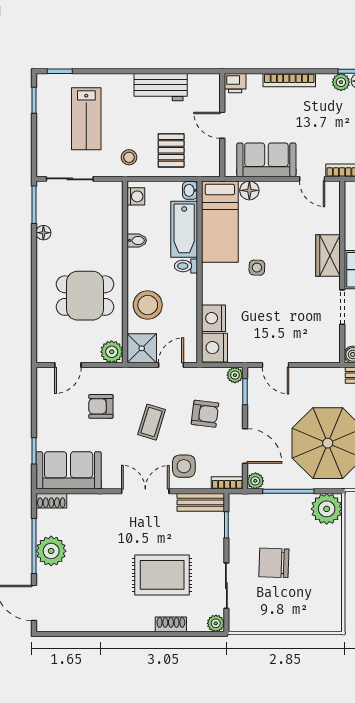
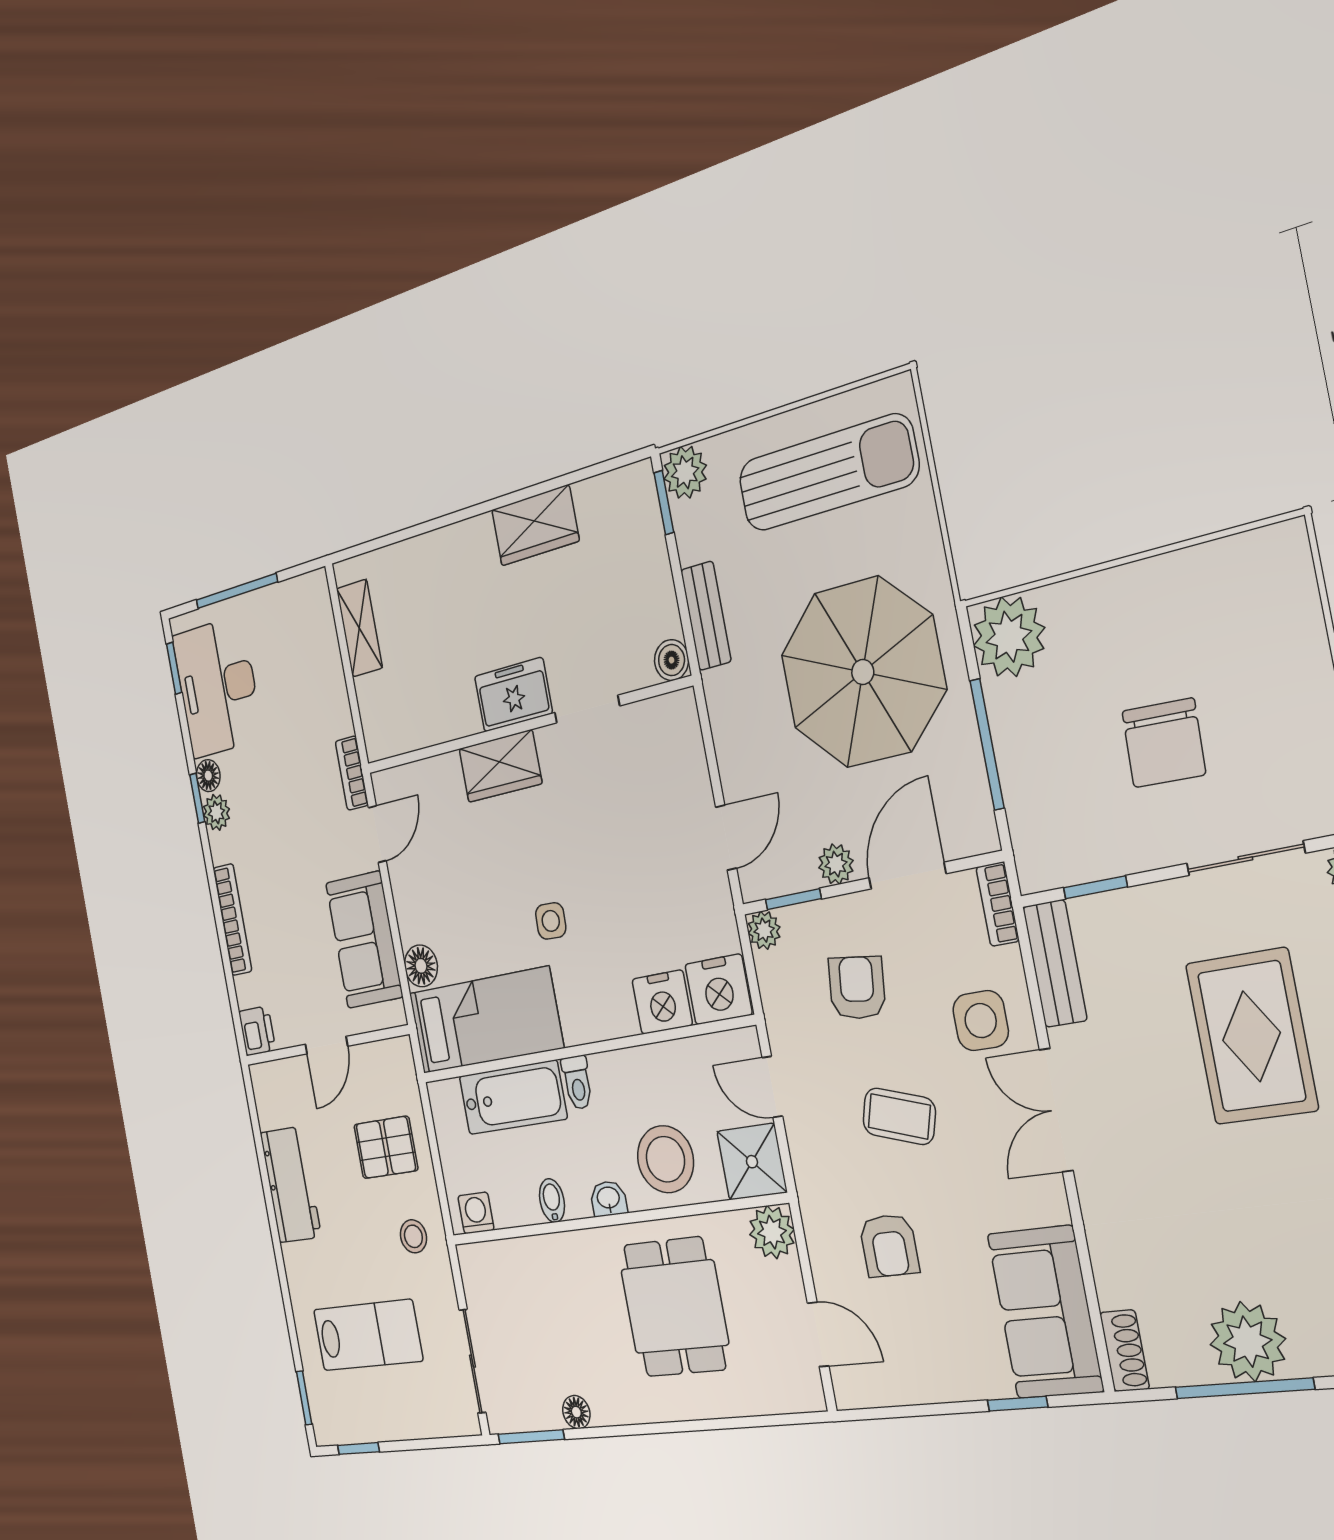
washbasin: (190, 190) -> (608, 1199), moved, turned 180
plant: (255, 481) -> (836, 864), moved

